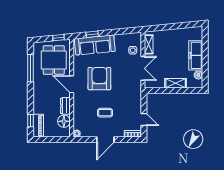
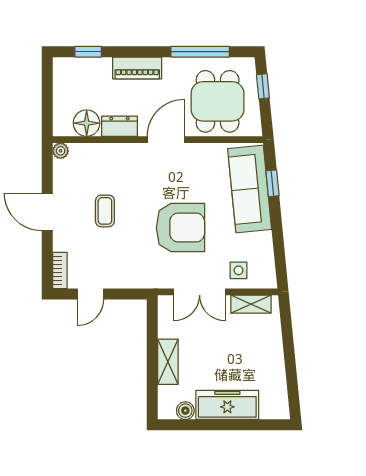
window: (59, 38) -> (263, 86), moved
dining table: (54, 60) -> (218, 101), turned 90
armchair: (99, 79) -> (180, 228), moved
piano: (38, 126) -> (137, 68), moved

